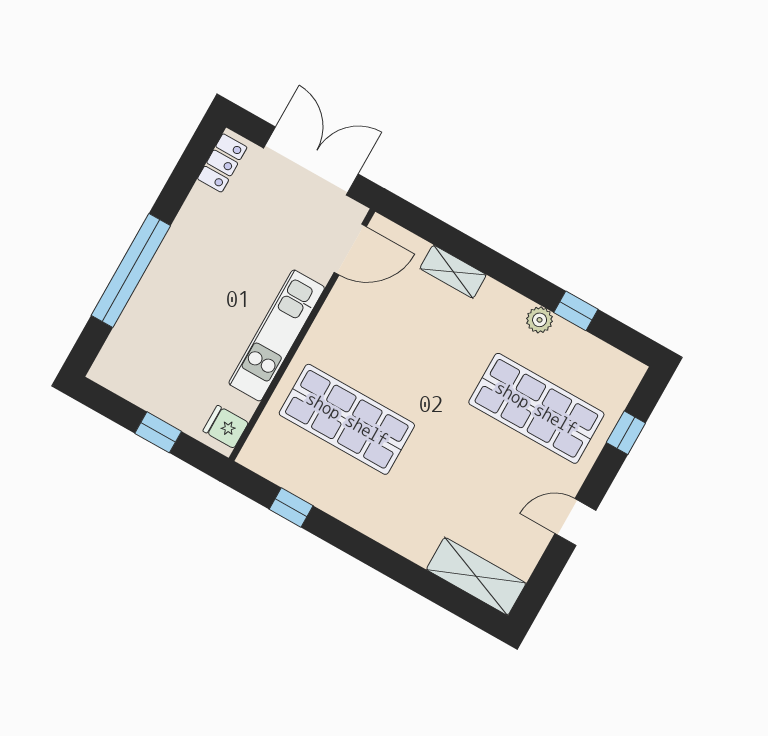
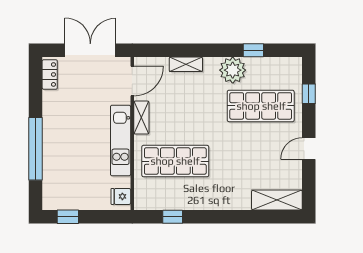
shelving: (332, 317) -> (141, 118), added
plant: (540, 320) -> (233, 70), width x1.88, depth x1.88
window: (158, 432) -> (68, 217), moved

